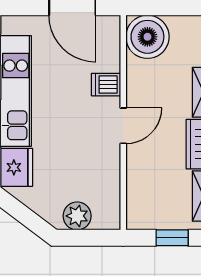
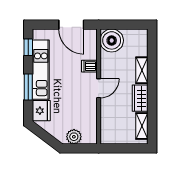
window: (172, 238) -> (125, 148), removed

